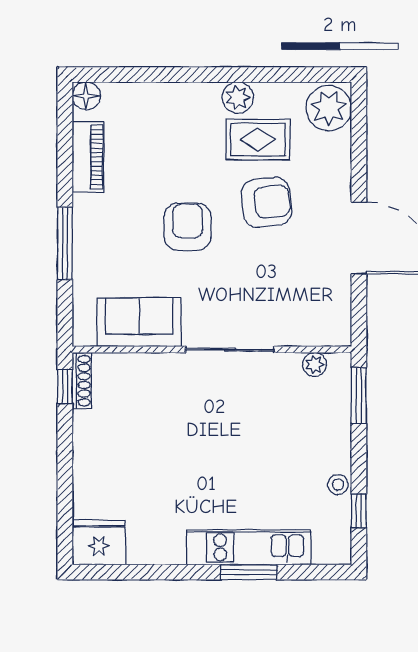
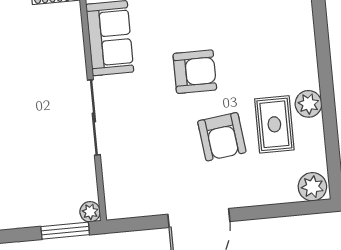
plant: (329, 108) -> (312, 187), width x0.73, depth x0.73
plant: (315, 364) -> (90, 212), moved

